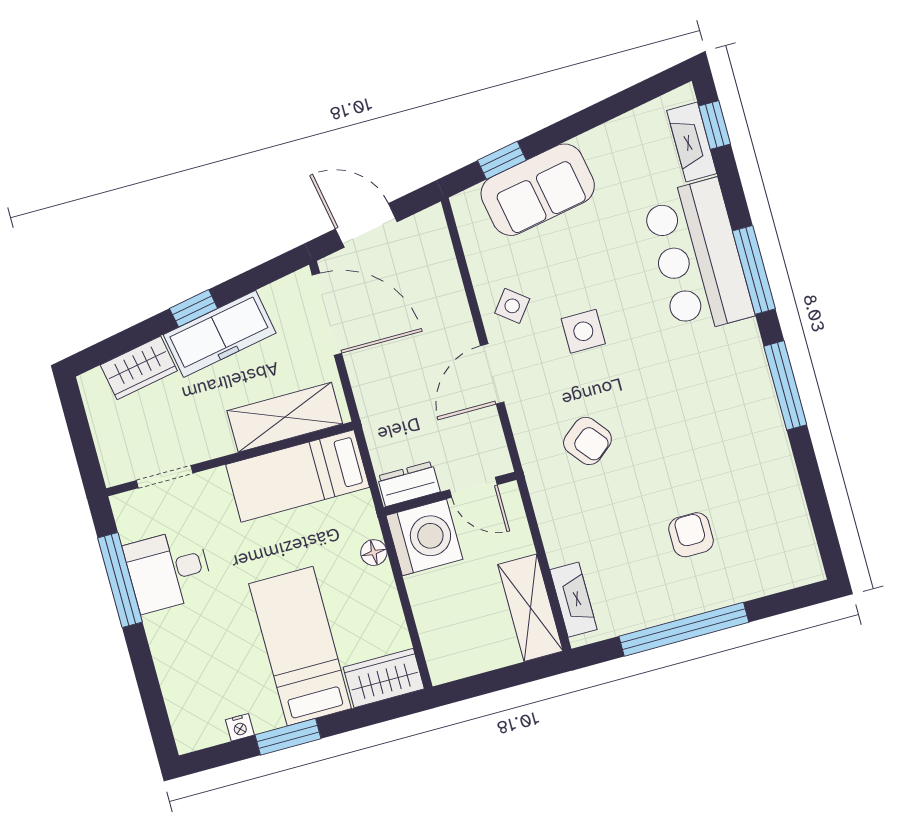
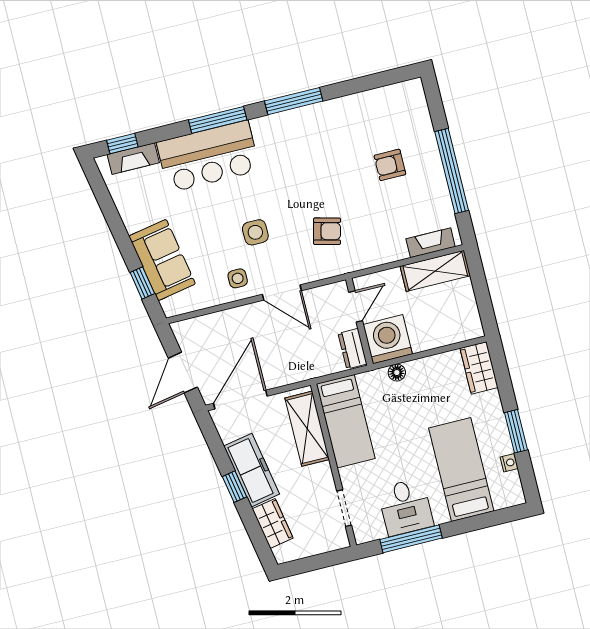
side table: (512, 306) -> (238, 278), turned -38
armchair: (587, 441) -> (327, 231), turned 53
bed: (300, 646) -> (461, 470), moved, turned 90

